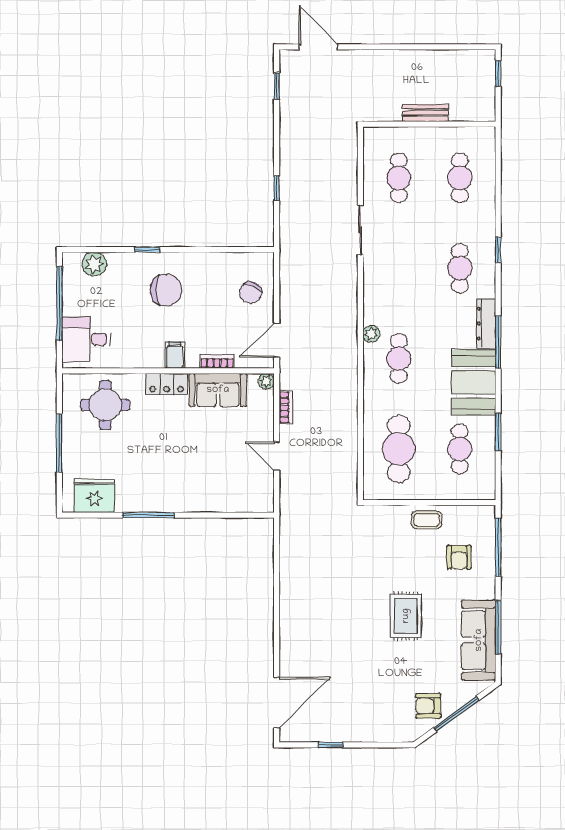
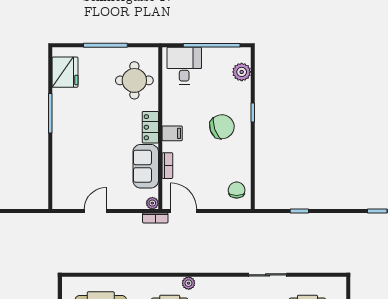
chair: (166, 290) -> (222, 127), turned -110
chair: (251, 293) -> (237, 190), moved, turned 65
bookcase: (286, 407) -> (155, 218), moved

